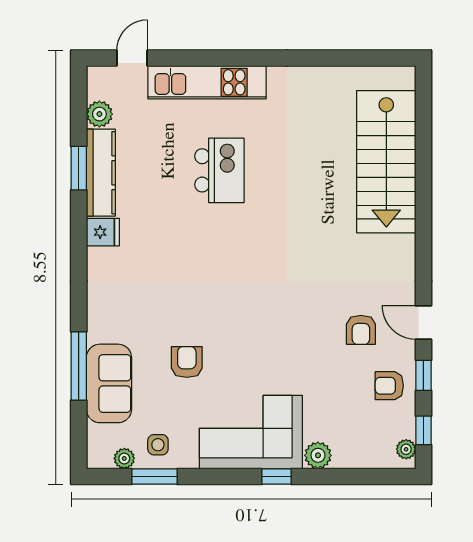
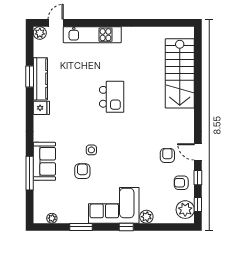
plant: (99, 114) -> (40, 33), moved
kitchen island: (219, 170) -> (112, 97), moved
armchair: (361, 330) -> (167, 155), turned 180
sofa: (109, 383) -> (44, 161), moved
side table: (158, 445) -> (91, 150), moved
plant: (406, 449) -> (185, 210), width x1.88, depth x1.88
window: (154, 476) -> (81, 227), moved

